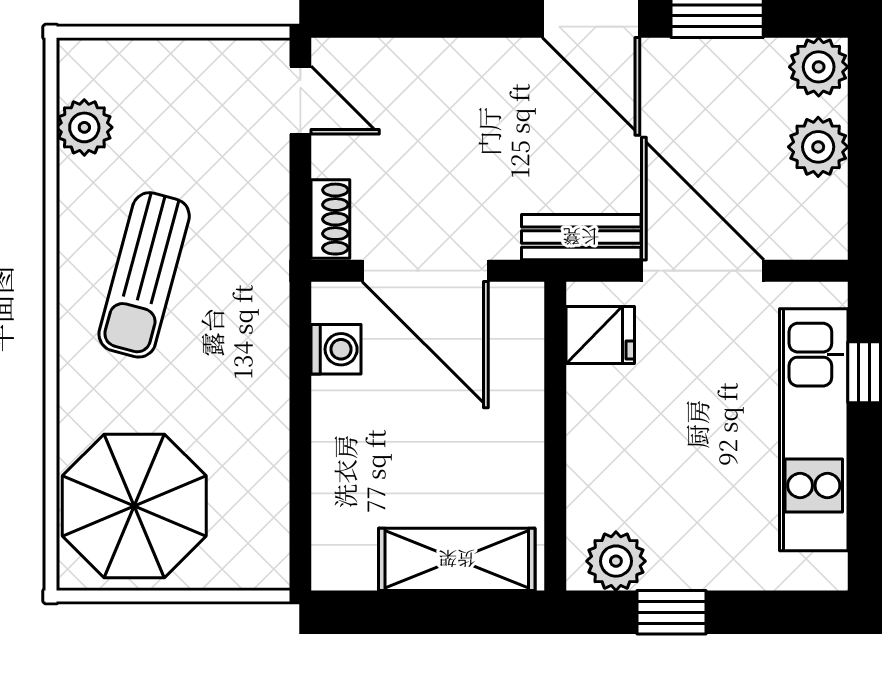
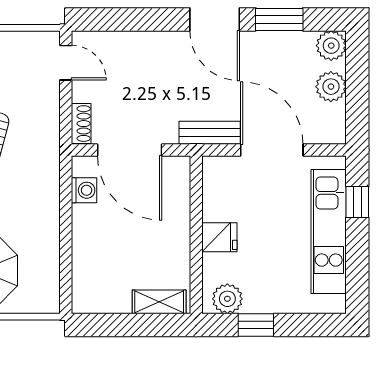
fridge: (600, 335) -> (219, 237), moved
shelving: (457, 559) -> (159, 302), width x0.67, depth x0.75

